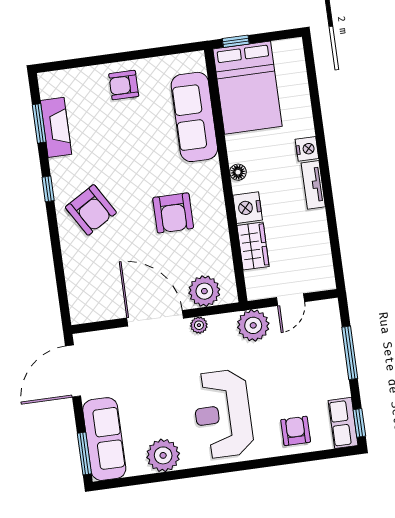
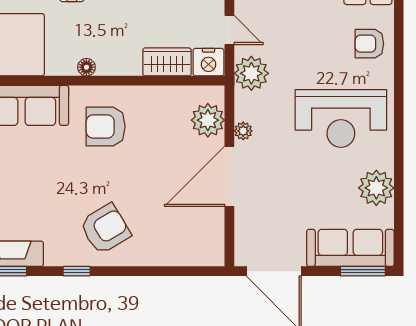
nightstand: (248, 208) -> (208, 62), moved
armchair: (173, 213) -> (106, 127), moved, turned 180

